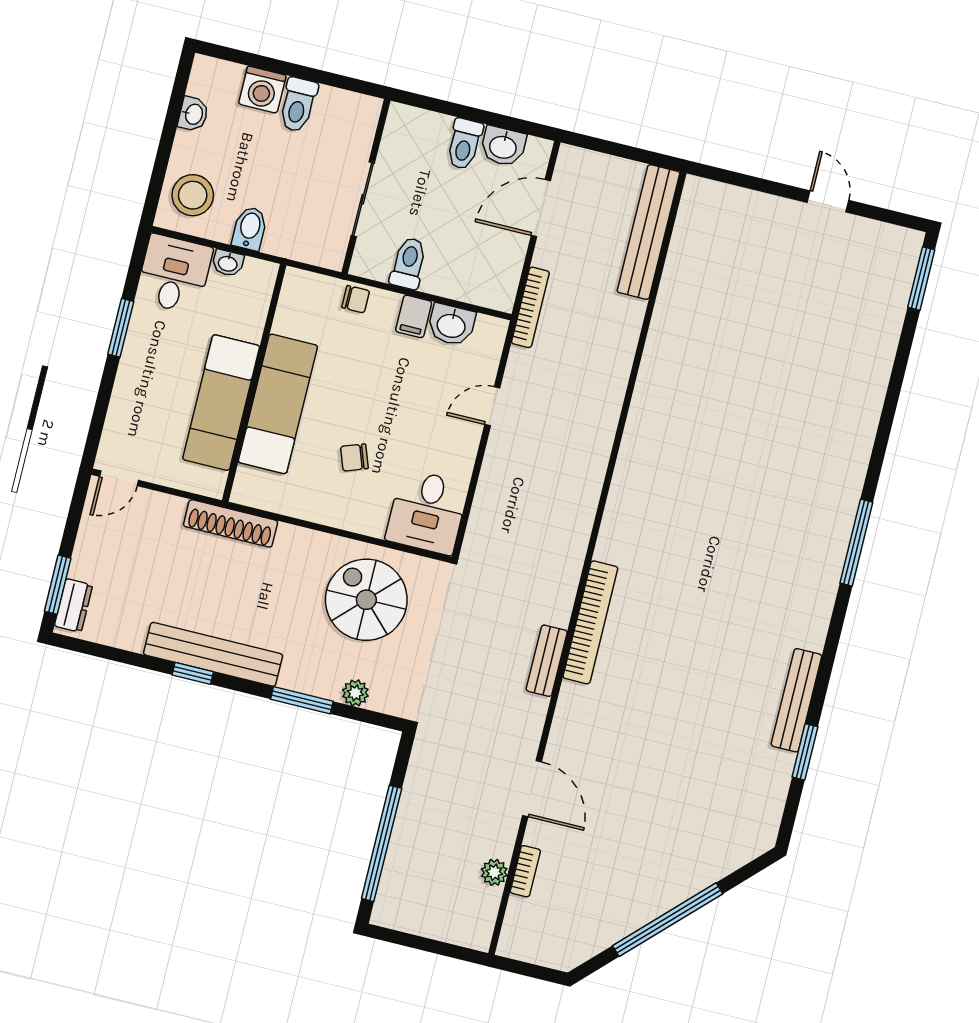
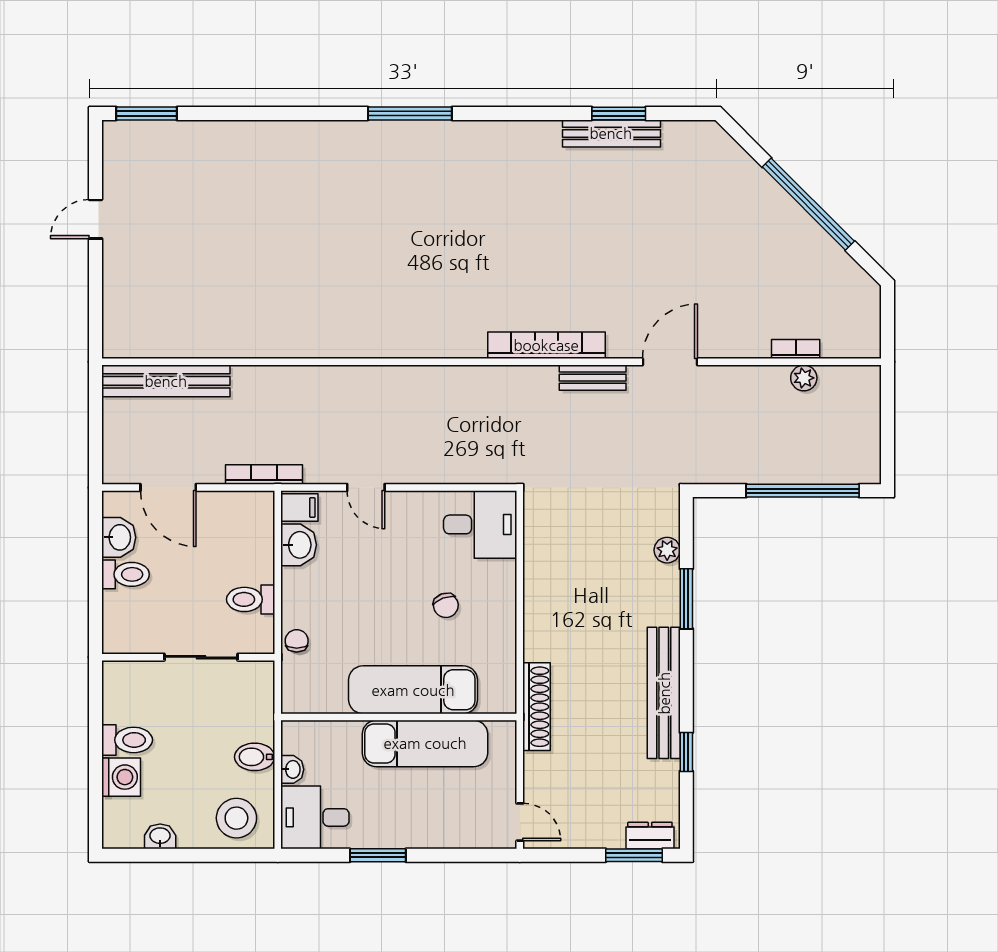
filing cabinet: (414, 316) -> (299, 508), moved
spiral stairs: (366, 600) -> (577, 561), removed
window: (193, 673) -> (686, 752), moved
bench: (796, 700) -> (611, 133), moved
door: (532, 789) -> (670, 362), moved

